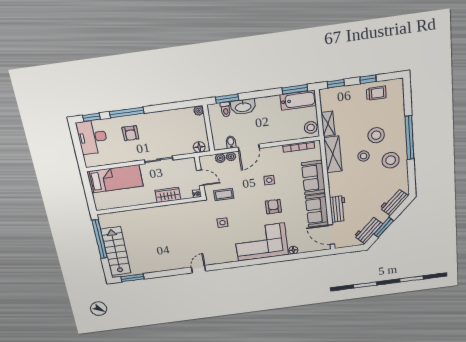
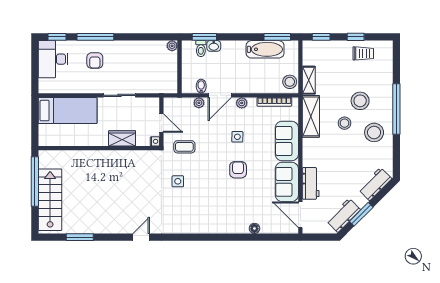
bathtub: (298, 100) -> (265, 49), moved
washbasin: (243, 107) -> (214, 46), width x0.52, depth x0.69
floor lamp: (199, 147) -> (166, 87), removed
plant: (220, 158) -> (242, 103), moved
corner sofa: (261, 242) -> (219, 213), removed
window: (132, 278) -> (80, 237), moved

